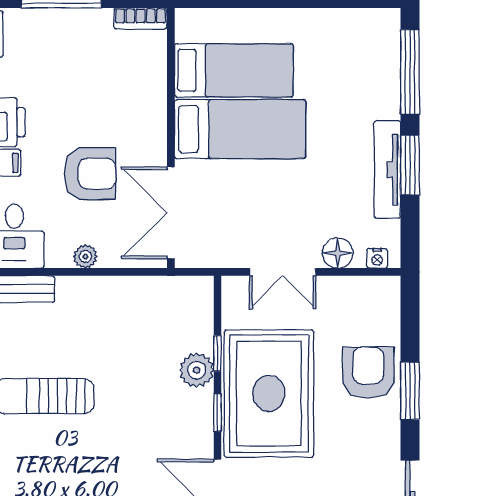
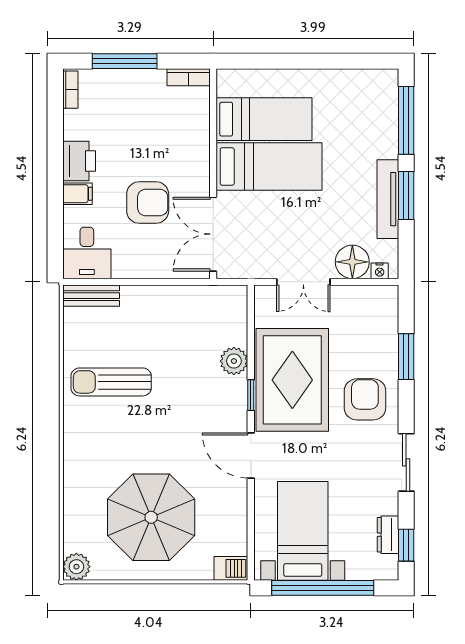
floor lamp: (338, 253) -> (352, 262), width x1.38, depth x1.38
plant: (85, 256) -> (144, 269), removed
window: (217, 353) -> (251, 347), removed
armchair: (368, 373) -> (365, 399), moved
window: (410, 391) -> (406, 357), moved

